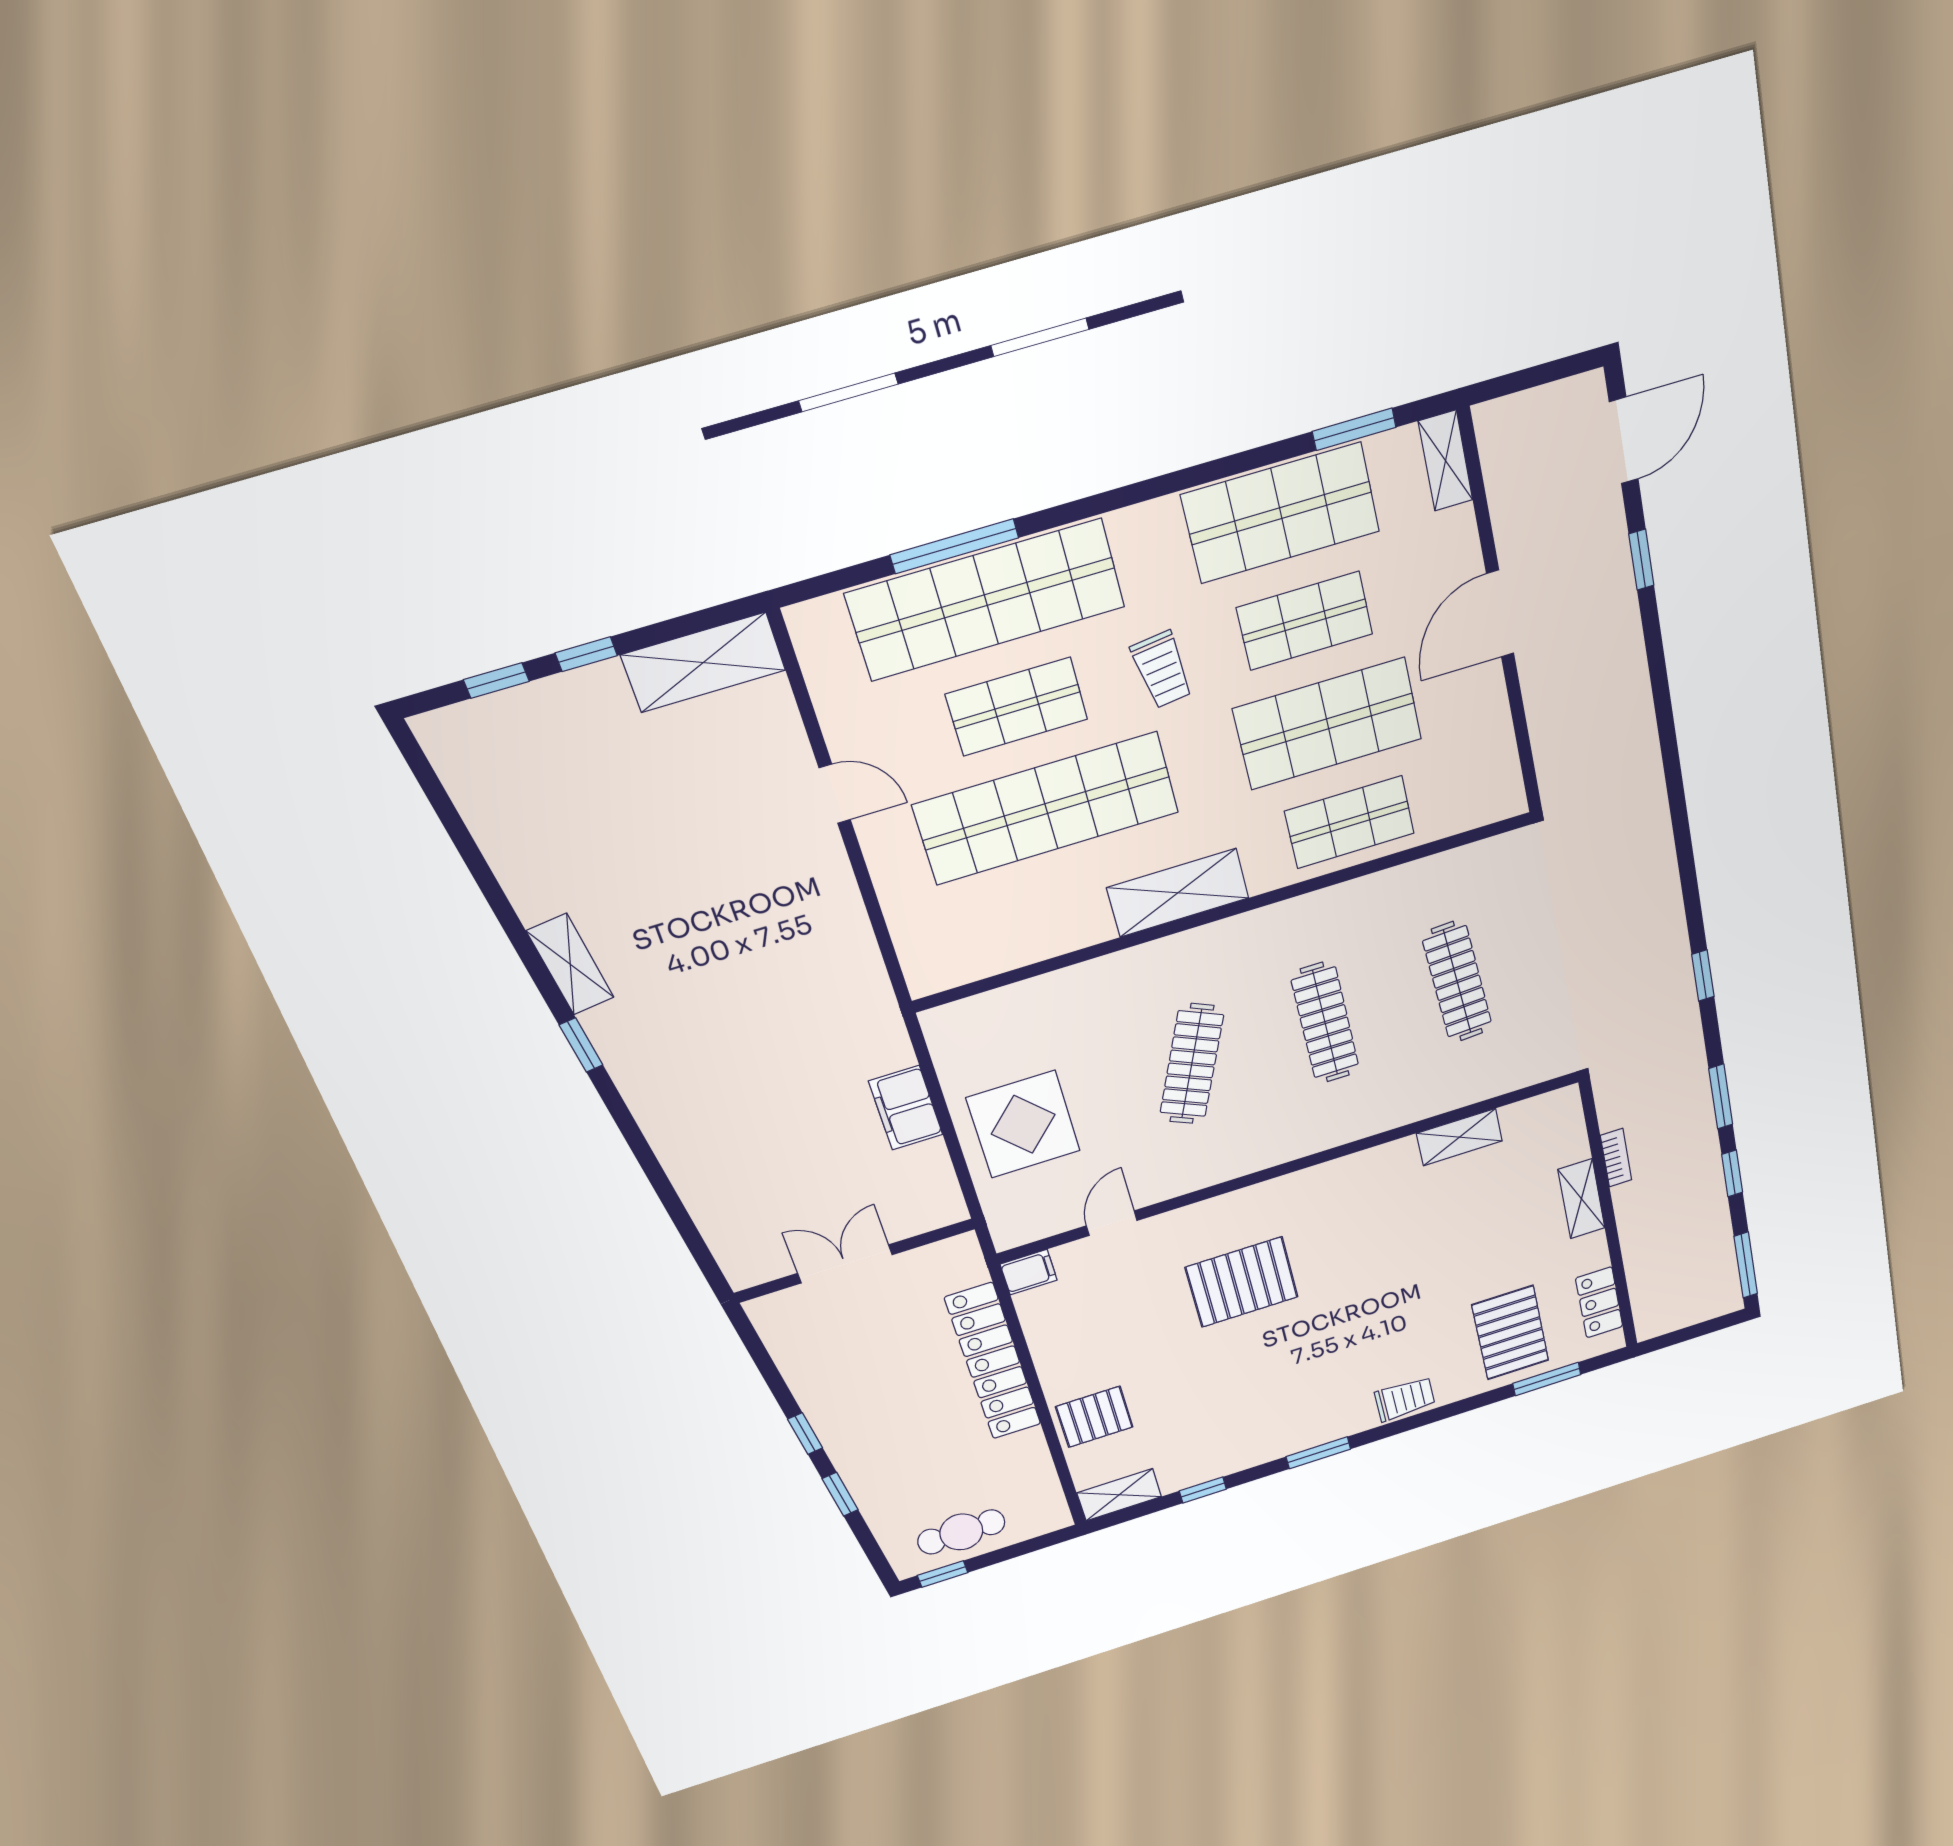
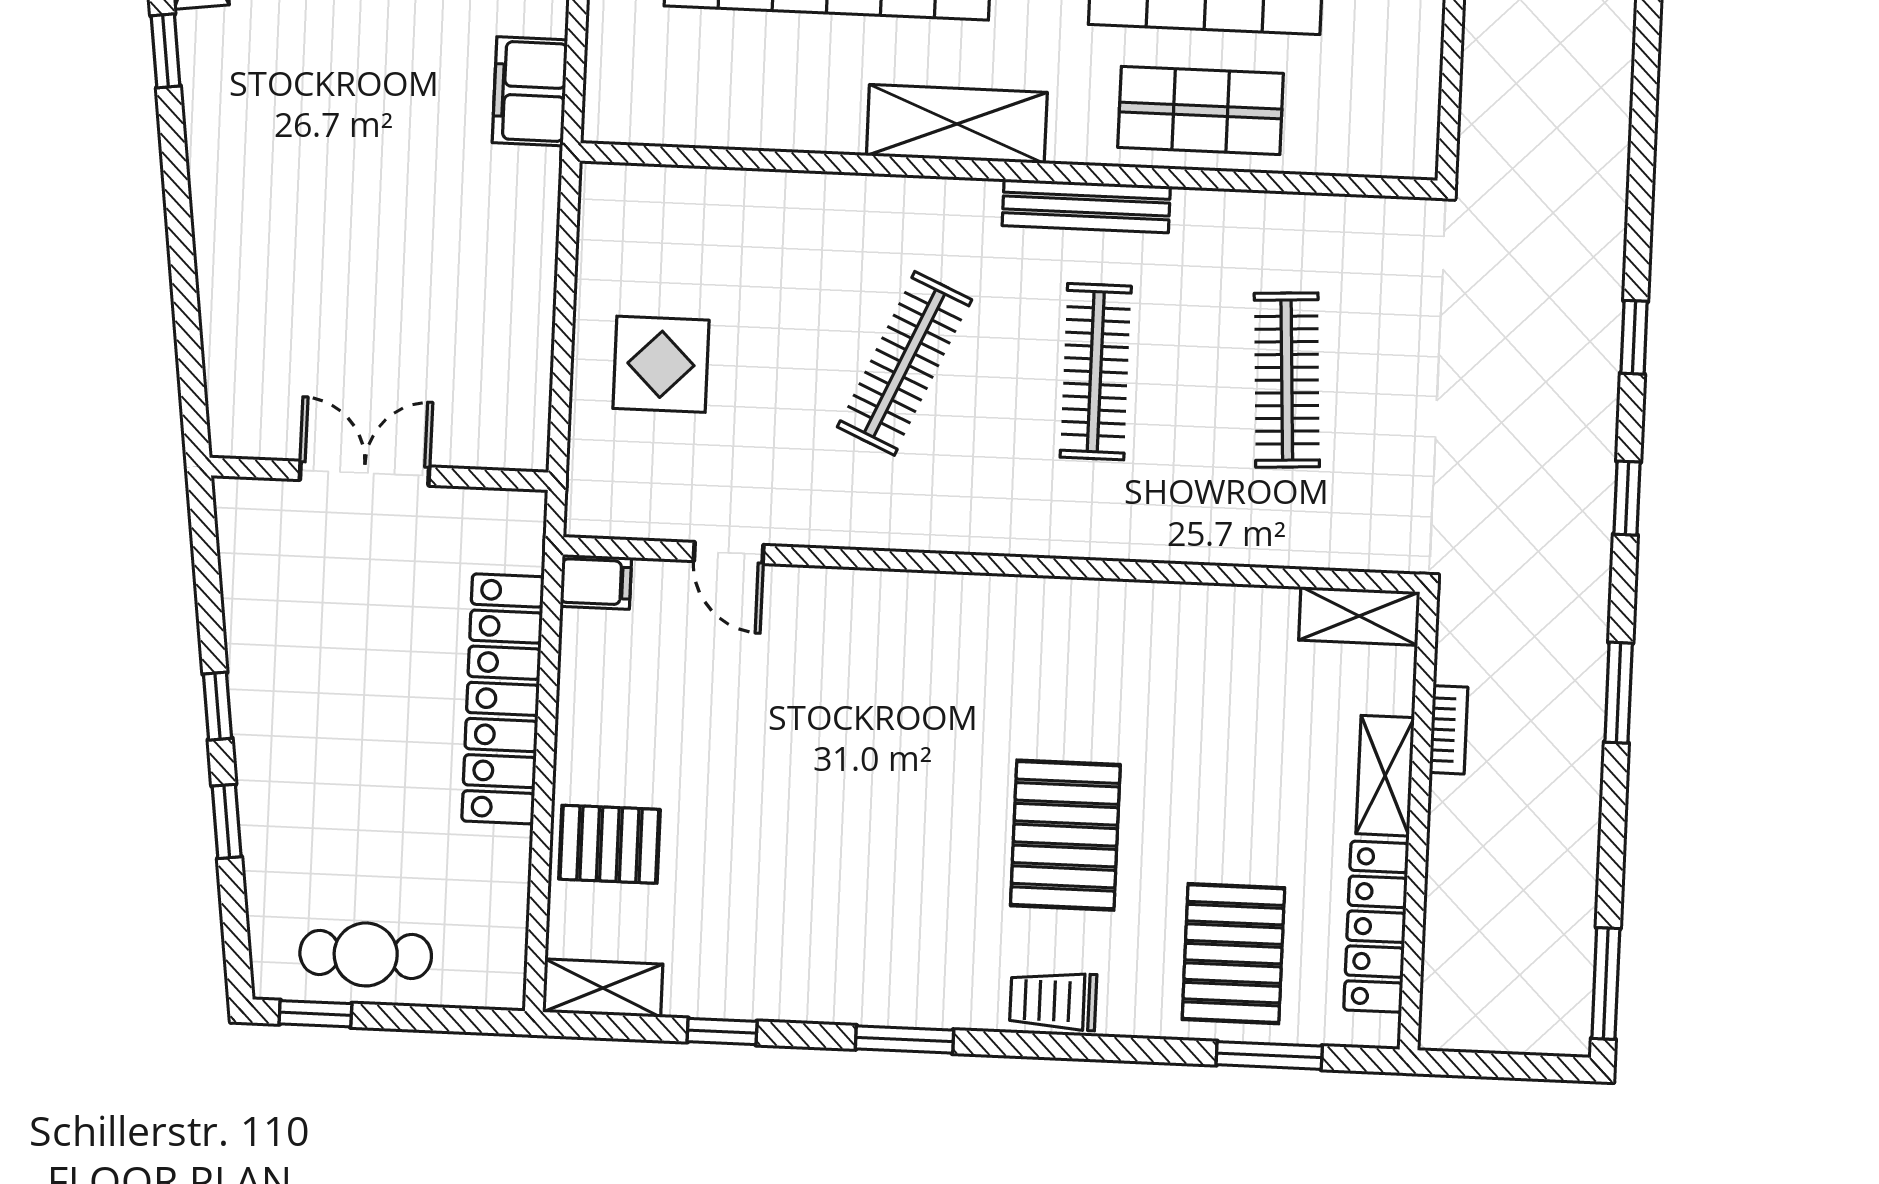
bench: (1287, 916) -> (1086, 206), added
filing cabinet: (906, 1108) -> (530, 91), moved
display table: (1023, 1124) -> (661, 364), width x0.73, depth x0.73
shelving: (1459, 1137) -> (1359, 616), moved
window: (1732, 1173) -> (1634, 337), moved
door: (1112, 1223) -> (729, 553), swing flipped
pallet: (1242, 1282) -> (1065, 835), moved, turned 90
locker: (1599, 1302) -> (1376, 927), width x1.53
trolley: (1405, 1399) -> (1053, 1001), turned 180

